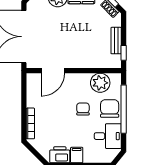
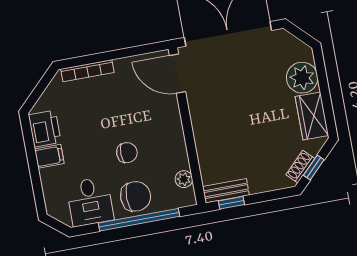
bench: (116, 41) -> (226, 191), moved
door: (53, 71) -> (177, 74), moved
plant: (100, 83) -> (184, 179), width x0.53, depth x0.53

